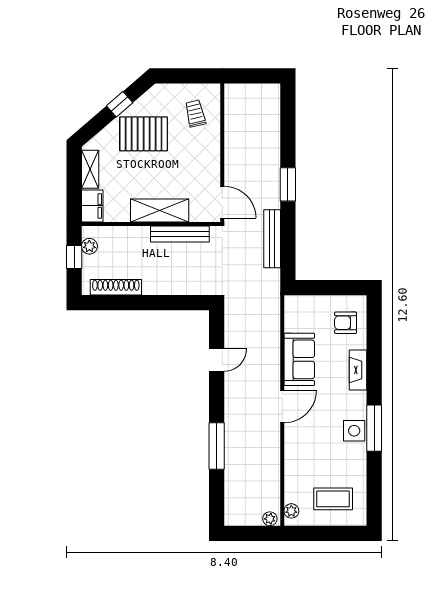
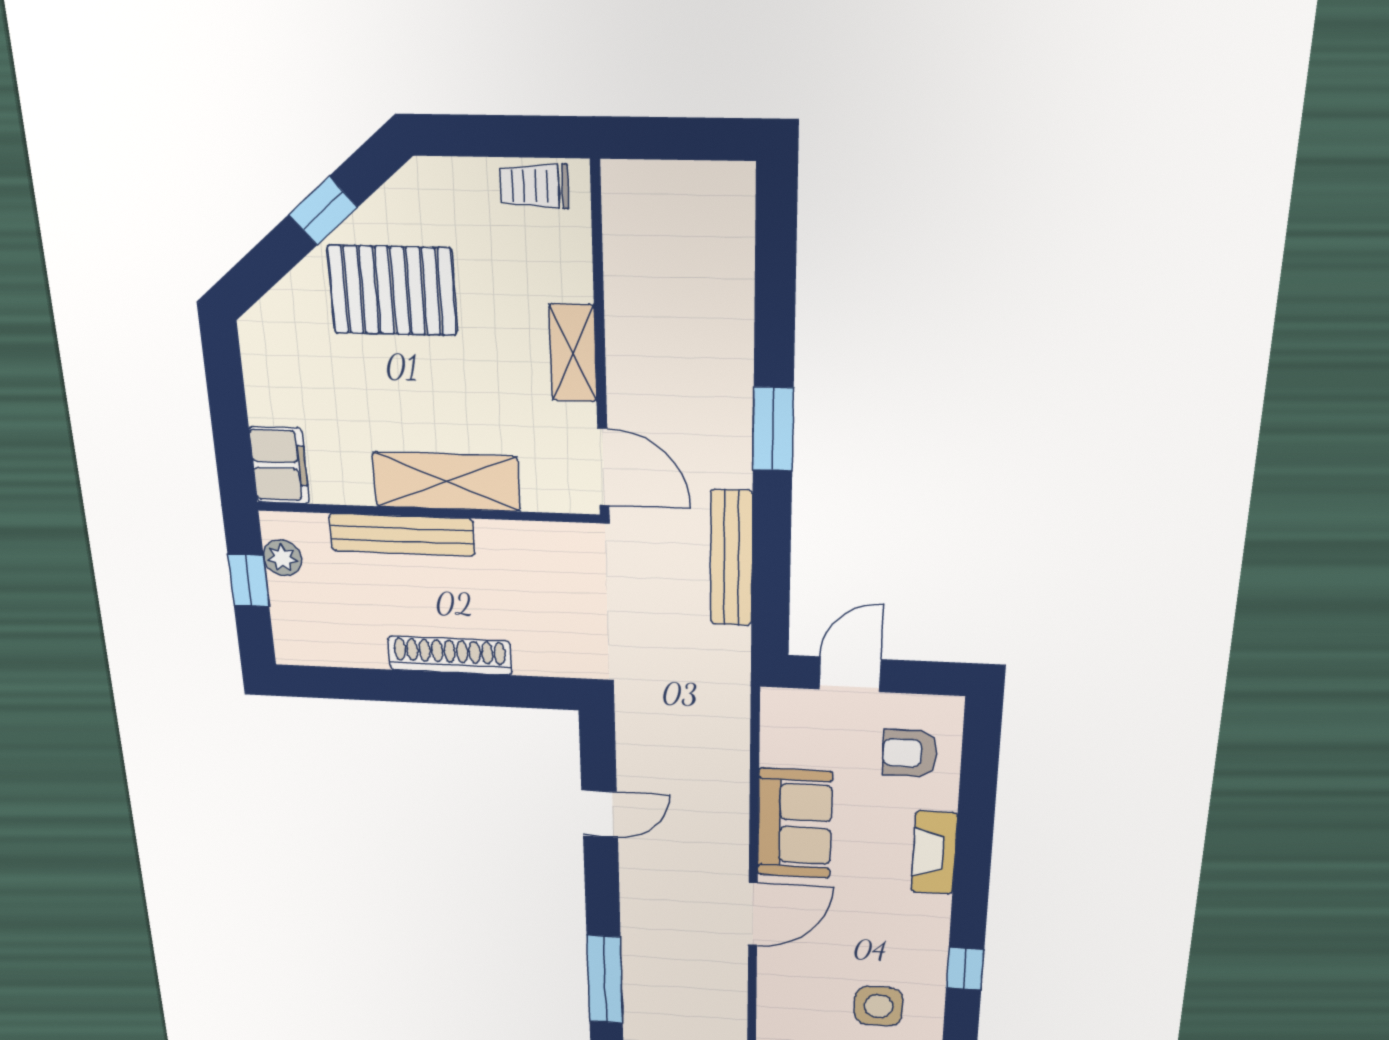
trolley: (195, 113) -> (534, 186), moved, turned -77
shelving: (90, 169) -> (573, 353), moved
bench: (180, 234) -> (402, 535), moved
shoe rack: (116, 287) -> (450, 655), moved
door: (320, 288) -> (850, 674), added
window: (374, 428) -> (965, 969), width x0.46
side table: (354, 431) -> (879, 1006), moved

